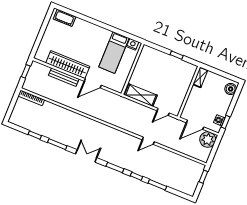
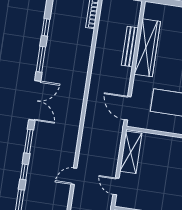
door: (93, 83) -> (128, 108), moved
door: (148, 141) -> (74, 176), hinge flipped
double door: (86, 156) -> (35, 100), width x1.37

